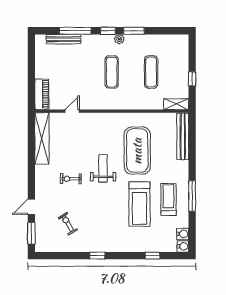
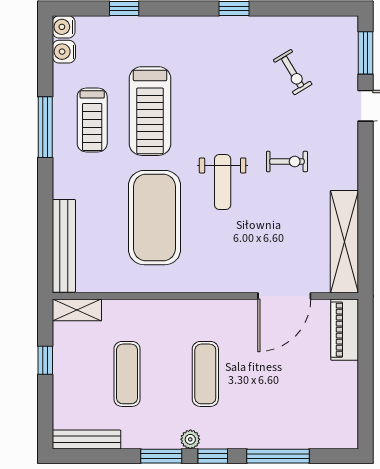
bench: (64, 39) -> (87, 439), moved
door: (72, 111) -> (284, 296), width x1.87
treadmill: (139, 204) -> (150, 111), turned 180

